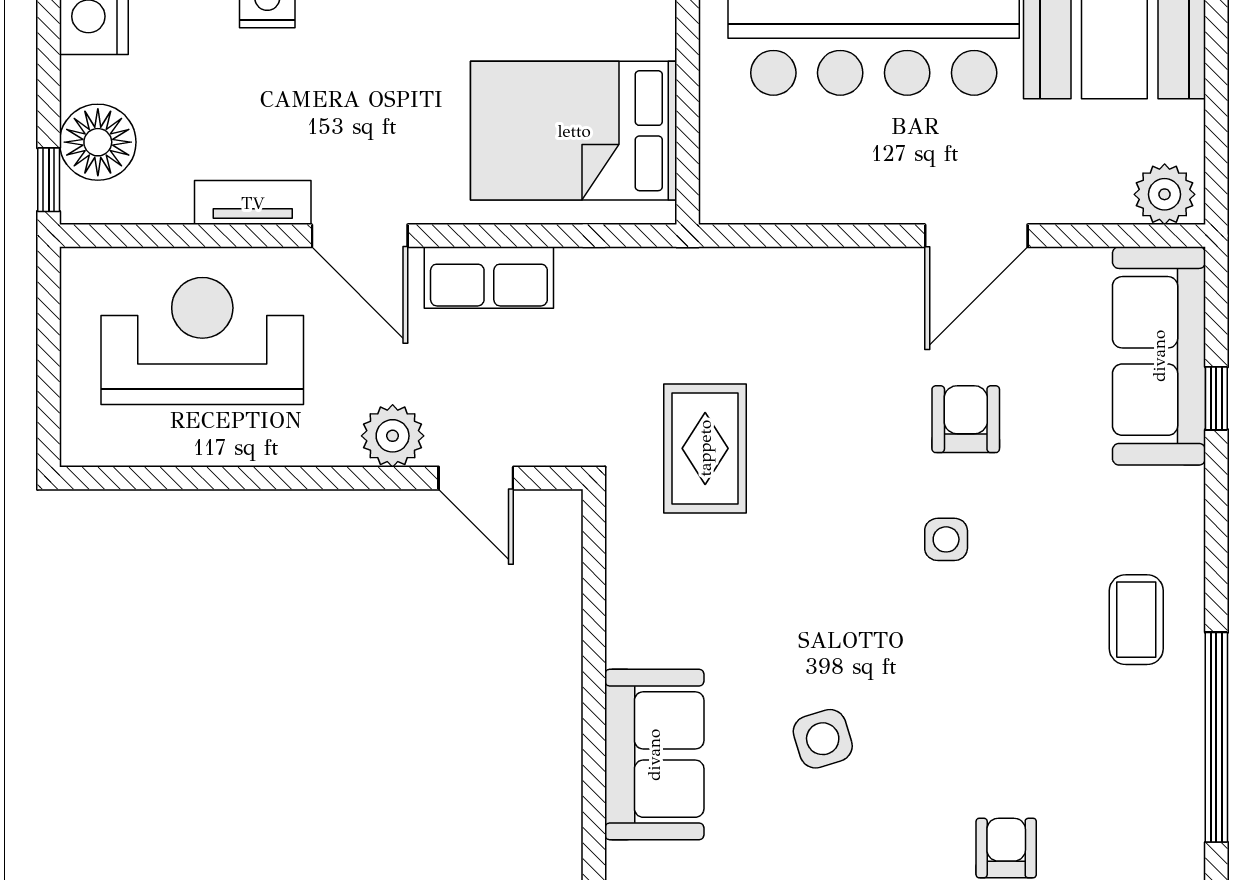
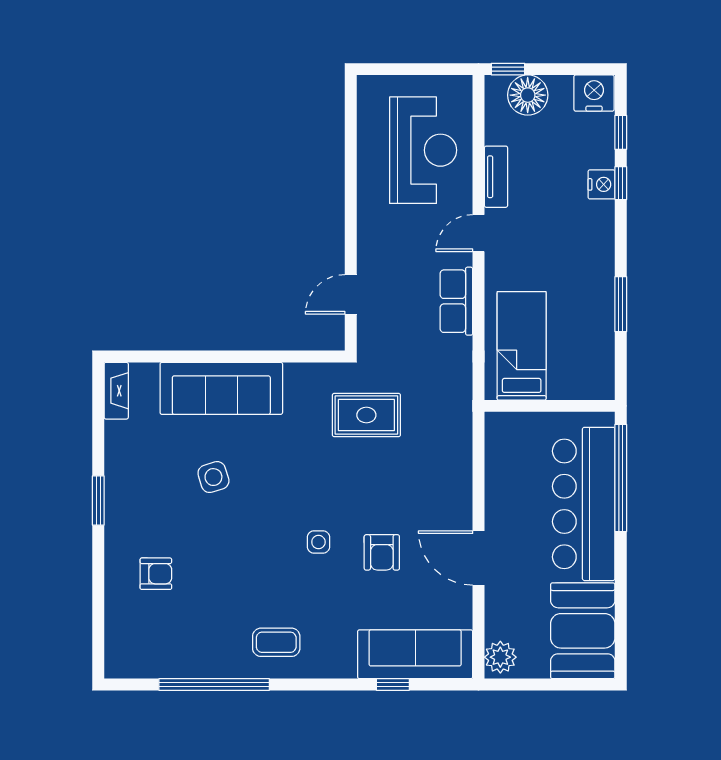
bed: (574, 131) -> (522, 346), width x0.67
door: (360, 236) -> (478, 233), width x0.73
armchair: (966, 419) -> (382, 552), turned 90
plant: (393, 436) -> (373, 250), removed
sofa: (654, 755) -> (221, 388), width x1.36

